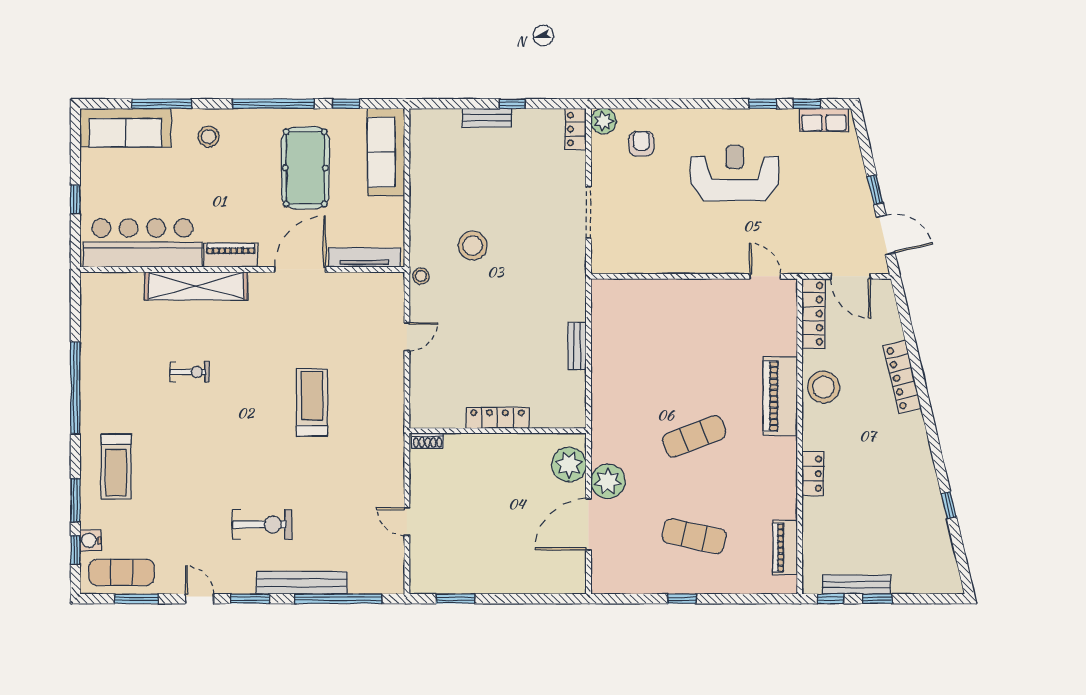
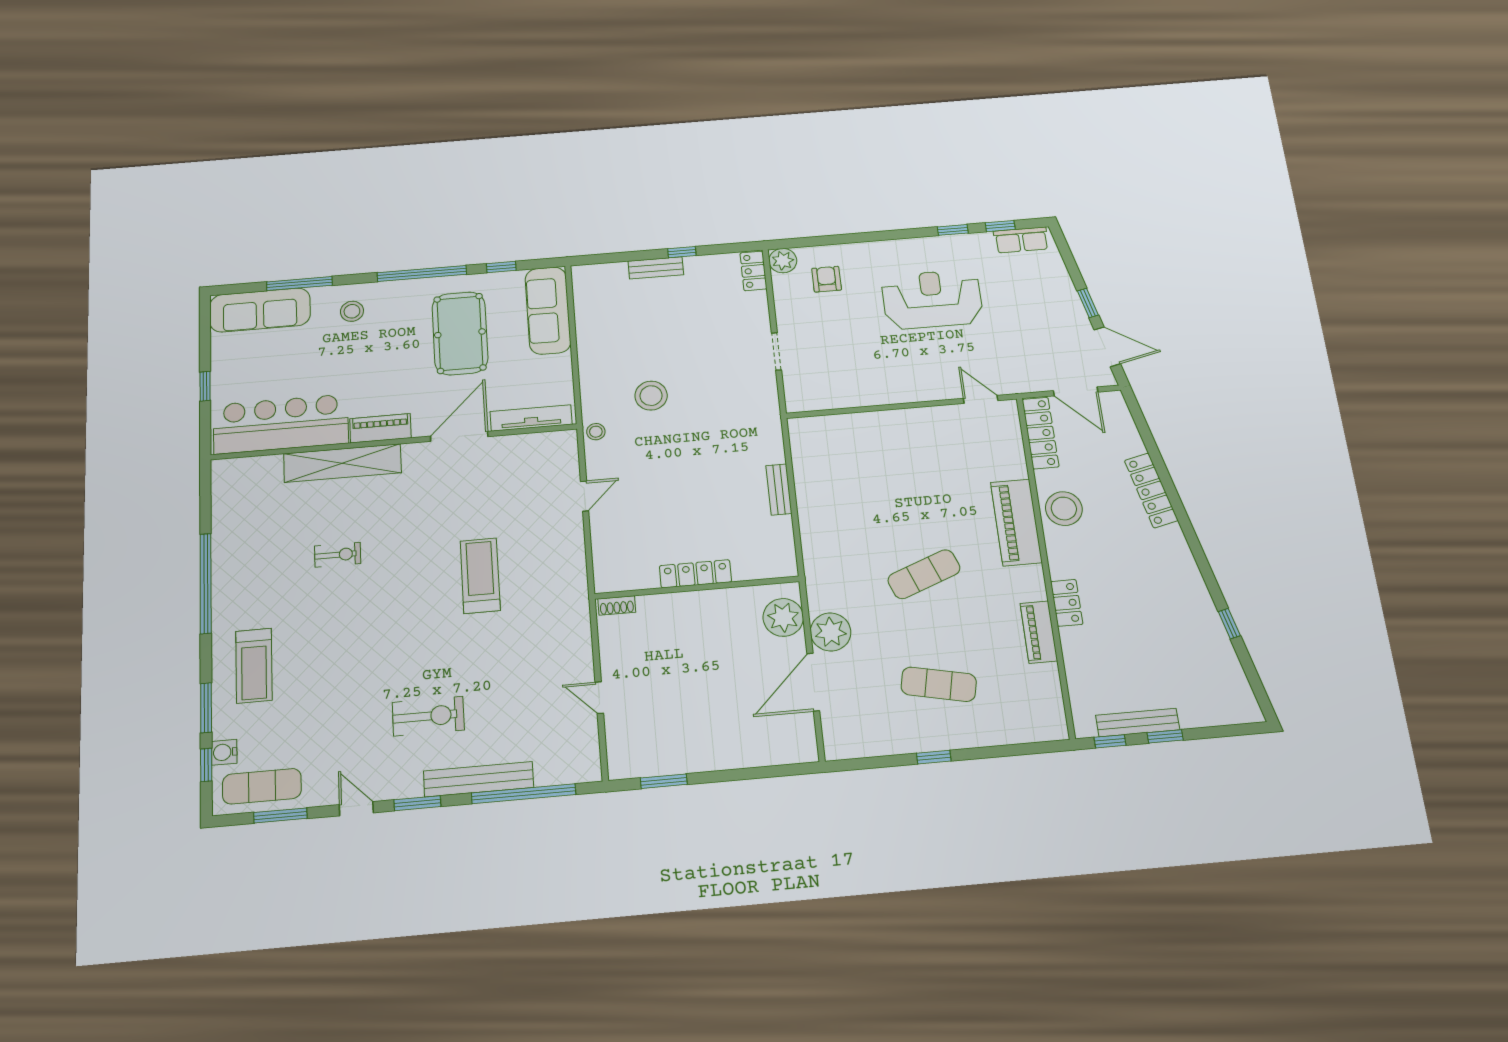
doorway: (589, 212) -> (776, 352), width x0.73
piano: (785, 548) -> (1039, 632), moved

